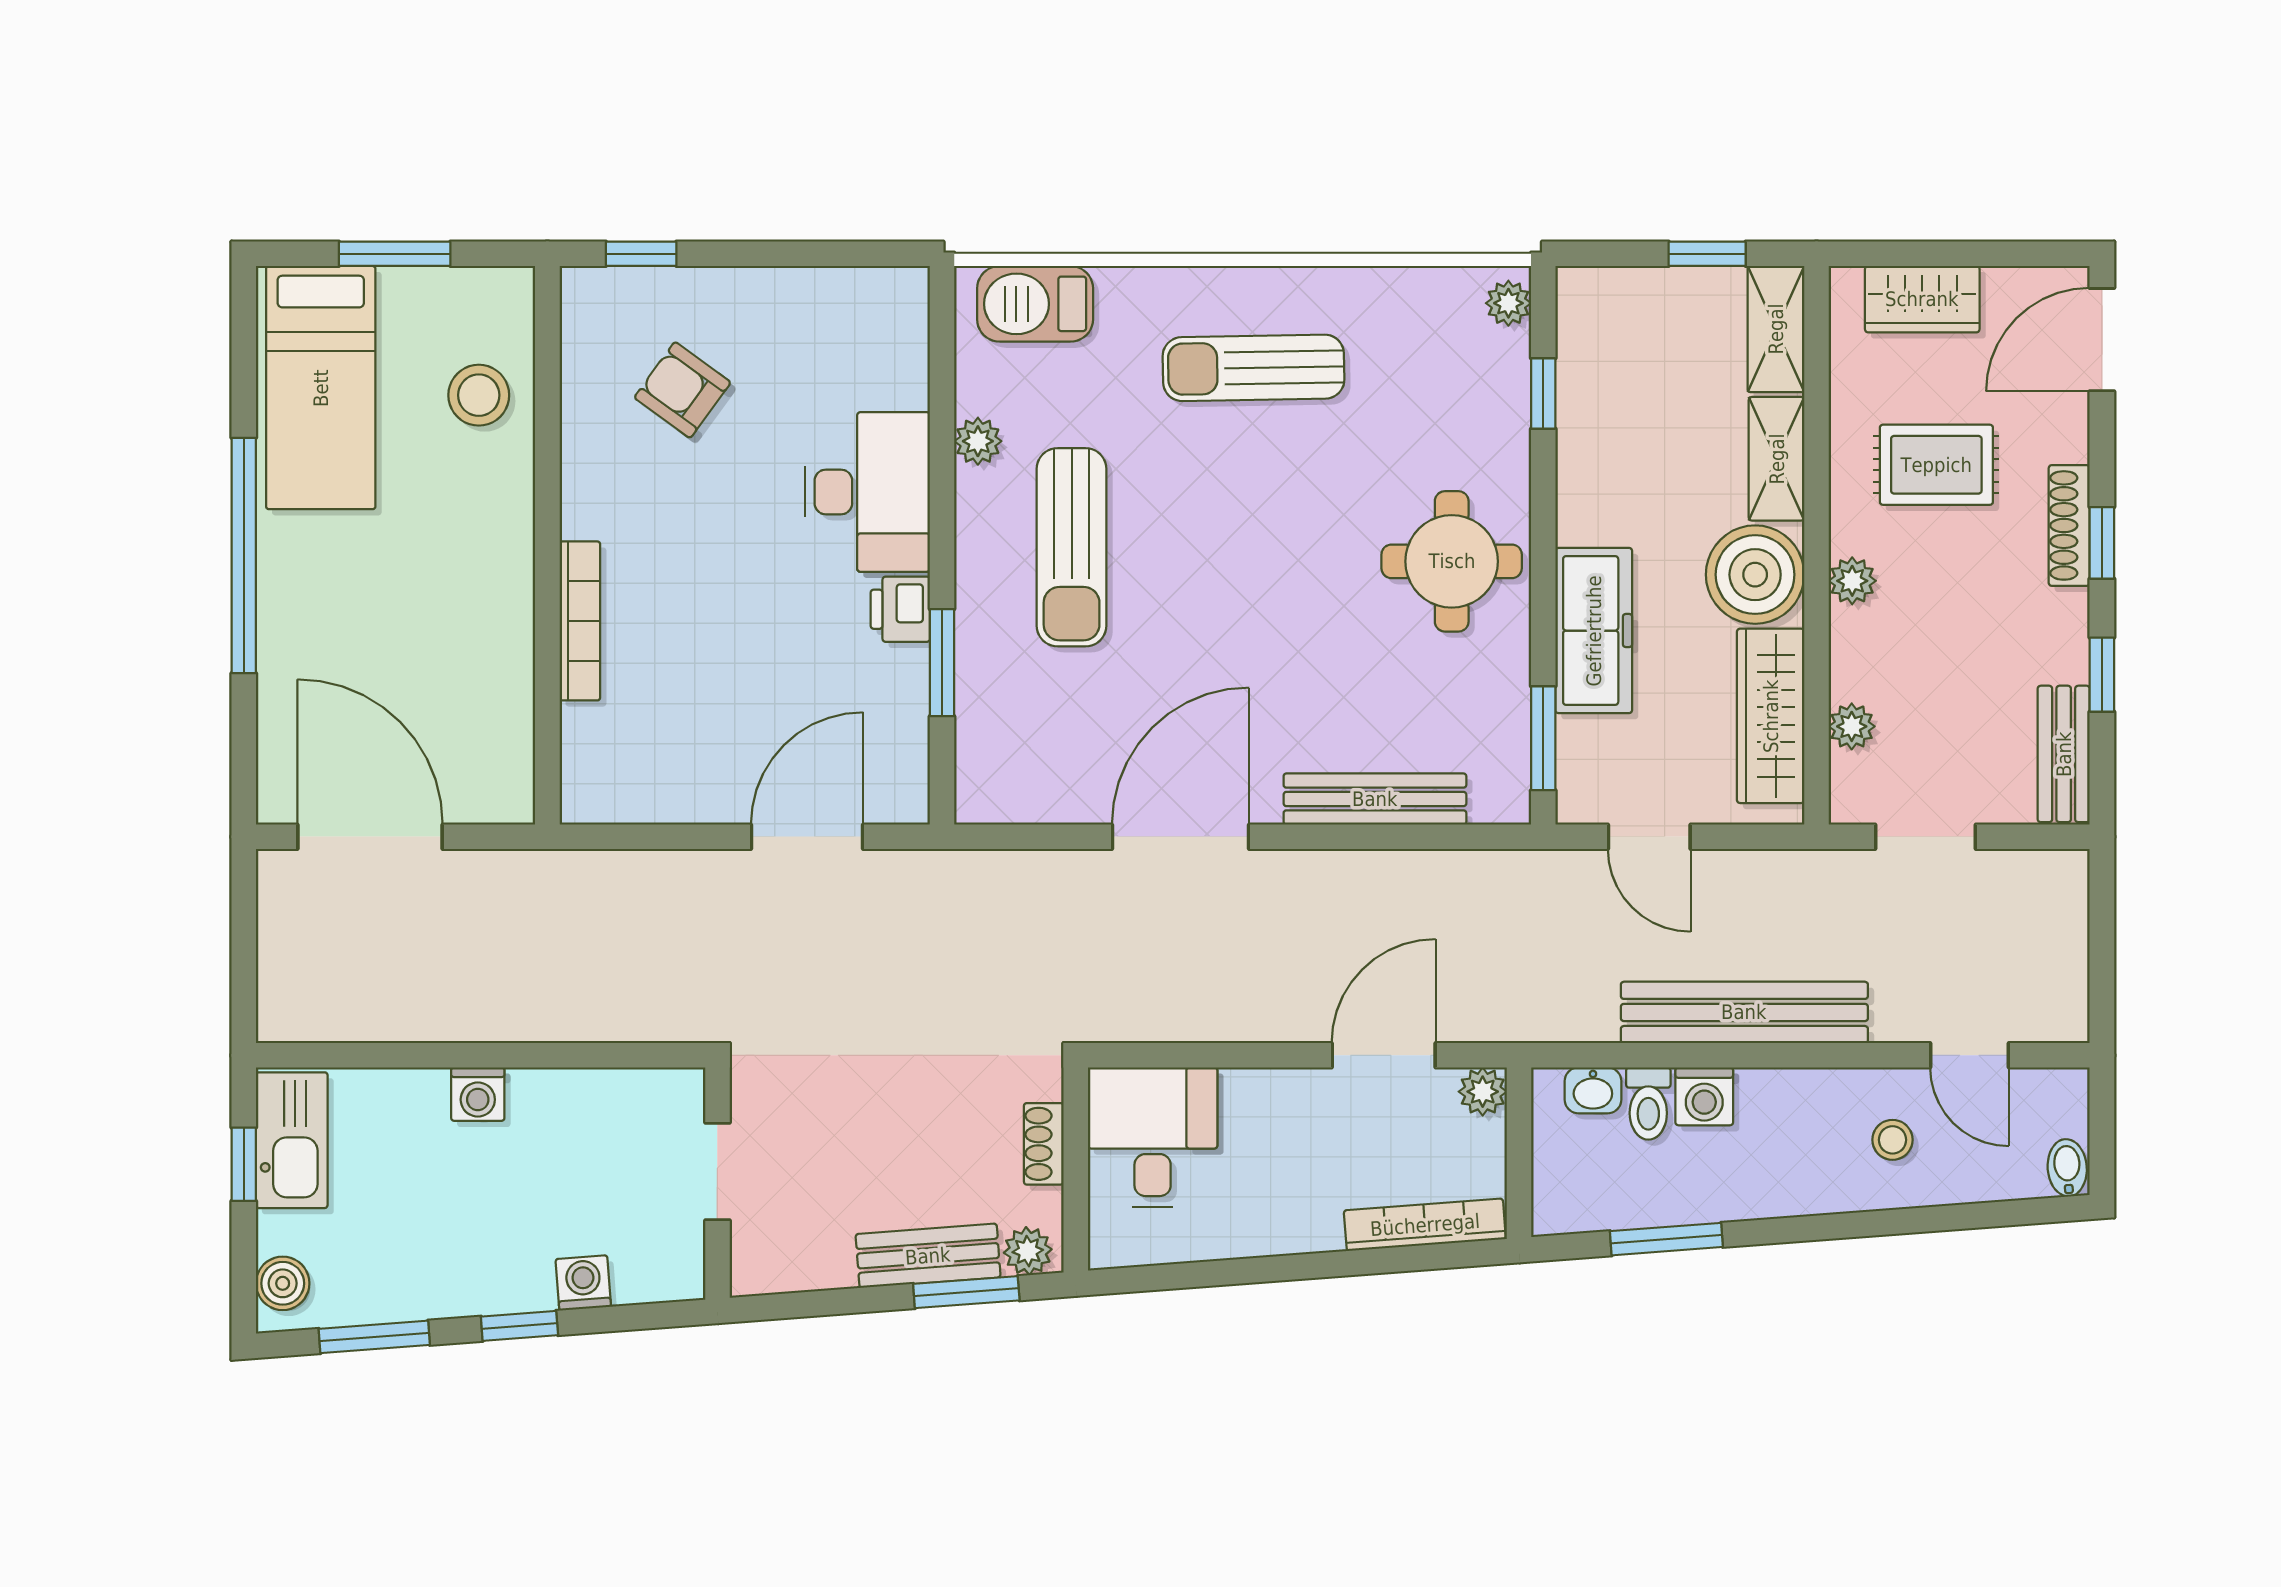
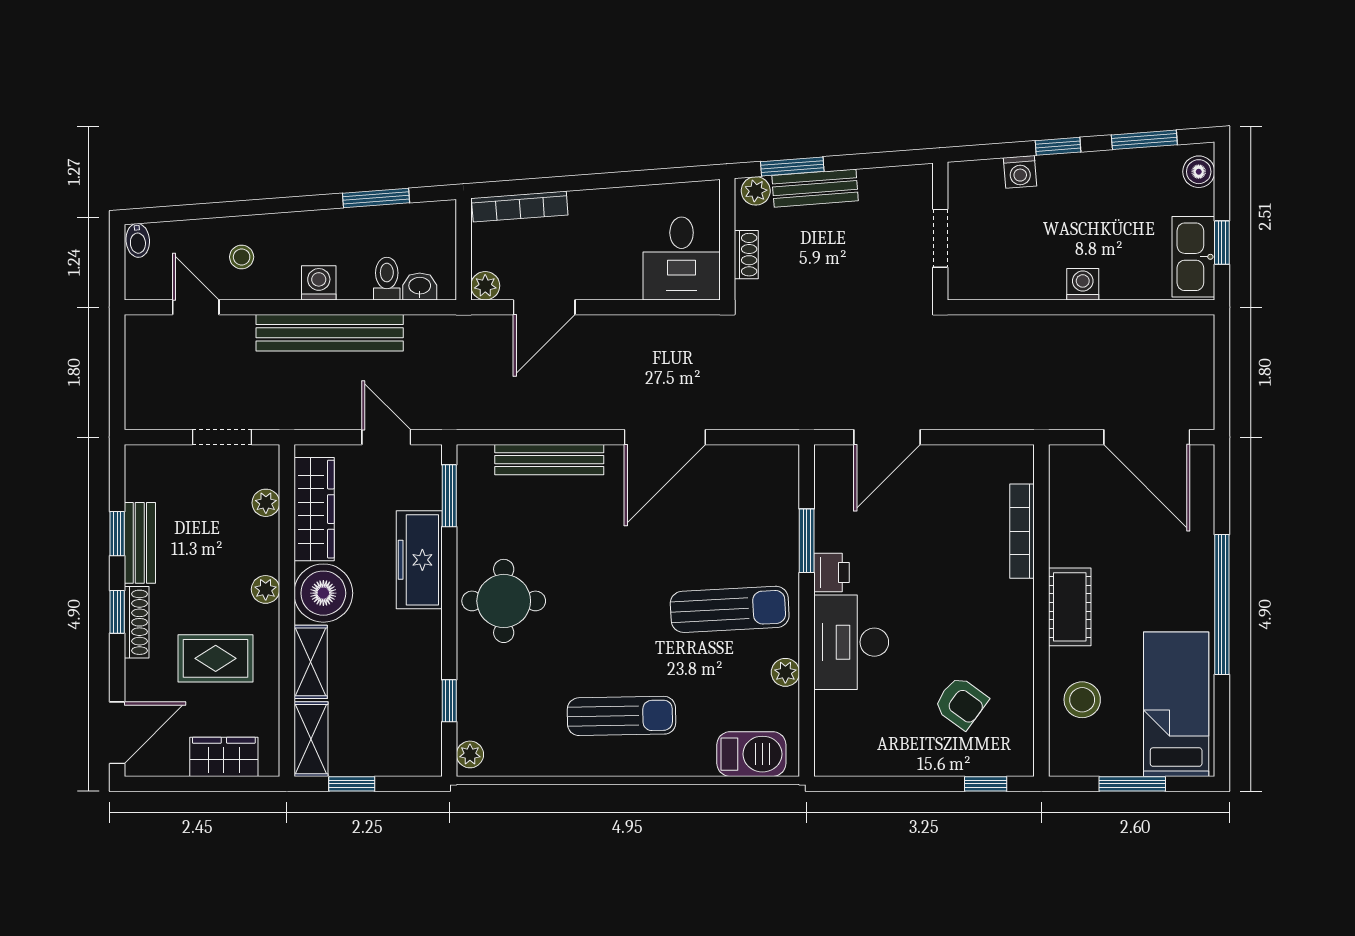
sun lounger: (1072, 547) -> (730, 609), turned 87
cot: (500, 551) -> (1070, 607), added
bookcase: (580, 621) -> (1022, 531), moved
bench: (2064, 754) -> (140, 543), moved
washing machine: (1704, 1096) -> (319, 283), moved

